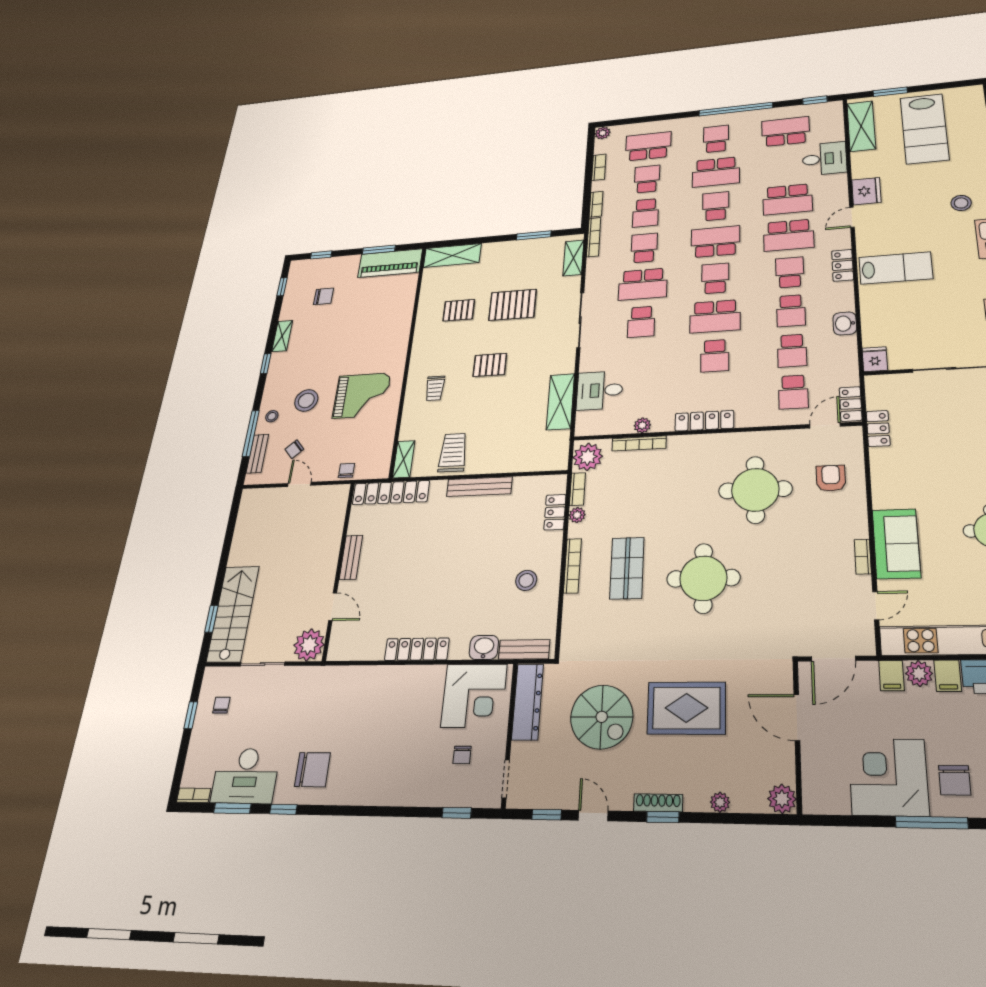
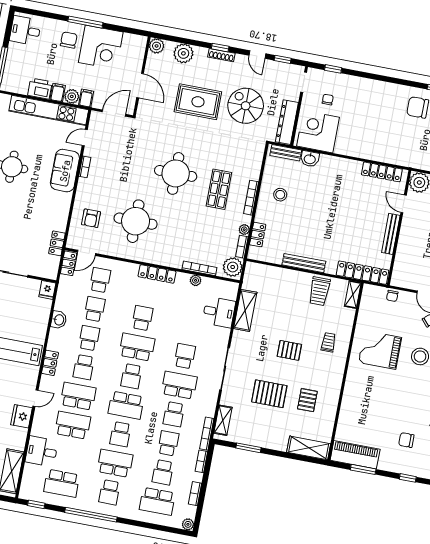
pallet: (459, 310) -> (307, 400), turned 90
bench: (351, 557) -> (391, 234), width x1.36
locker: (417, 649) -> (382, 172), moved
plant: (720, 802) -> (183, 53), width x1.88, depth x1.88

